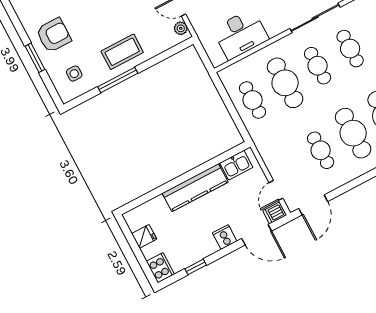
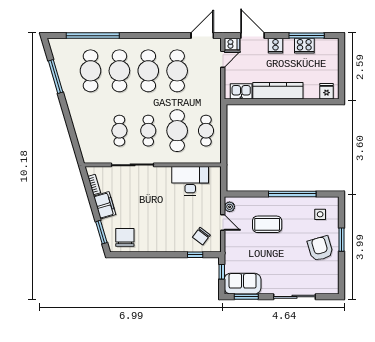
armchair: (54, 35) -> (320, 248), turned 74
coffee table: (122, 52) -> (267, 224), moved
window: (118, 80) -> (292, 194), width x1.46
cafe table: (321, 150) -> (177, 71), width x1.37, depth x1.35
fridge: (144, 236) -> (327, 91), moved, turned 90
window: (196, 267) -> (307, 36), width x2.17
cooker: (160, 268) -> (304, 46), moved, turned -90

